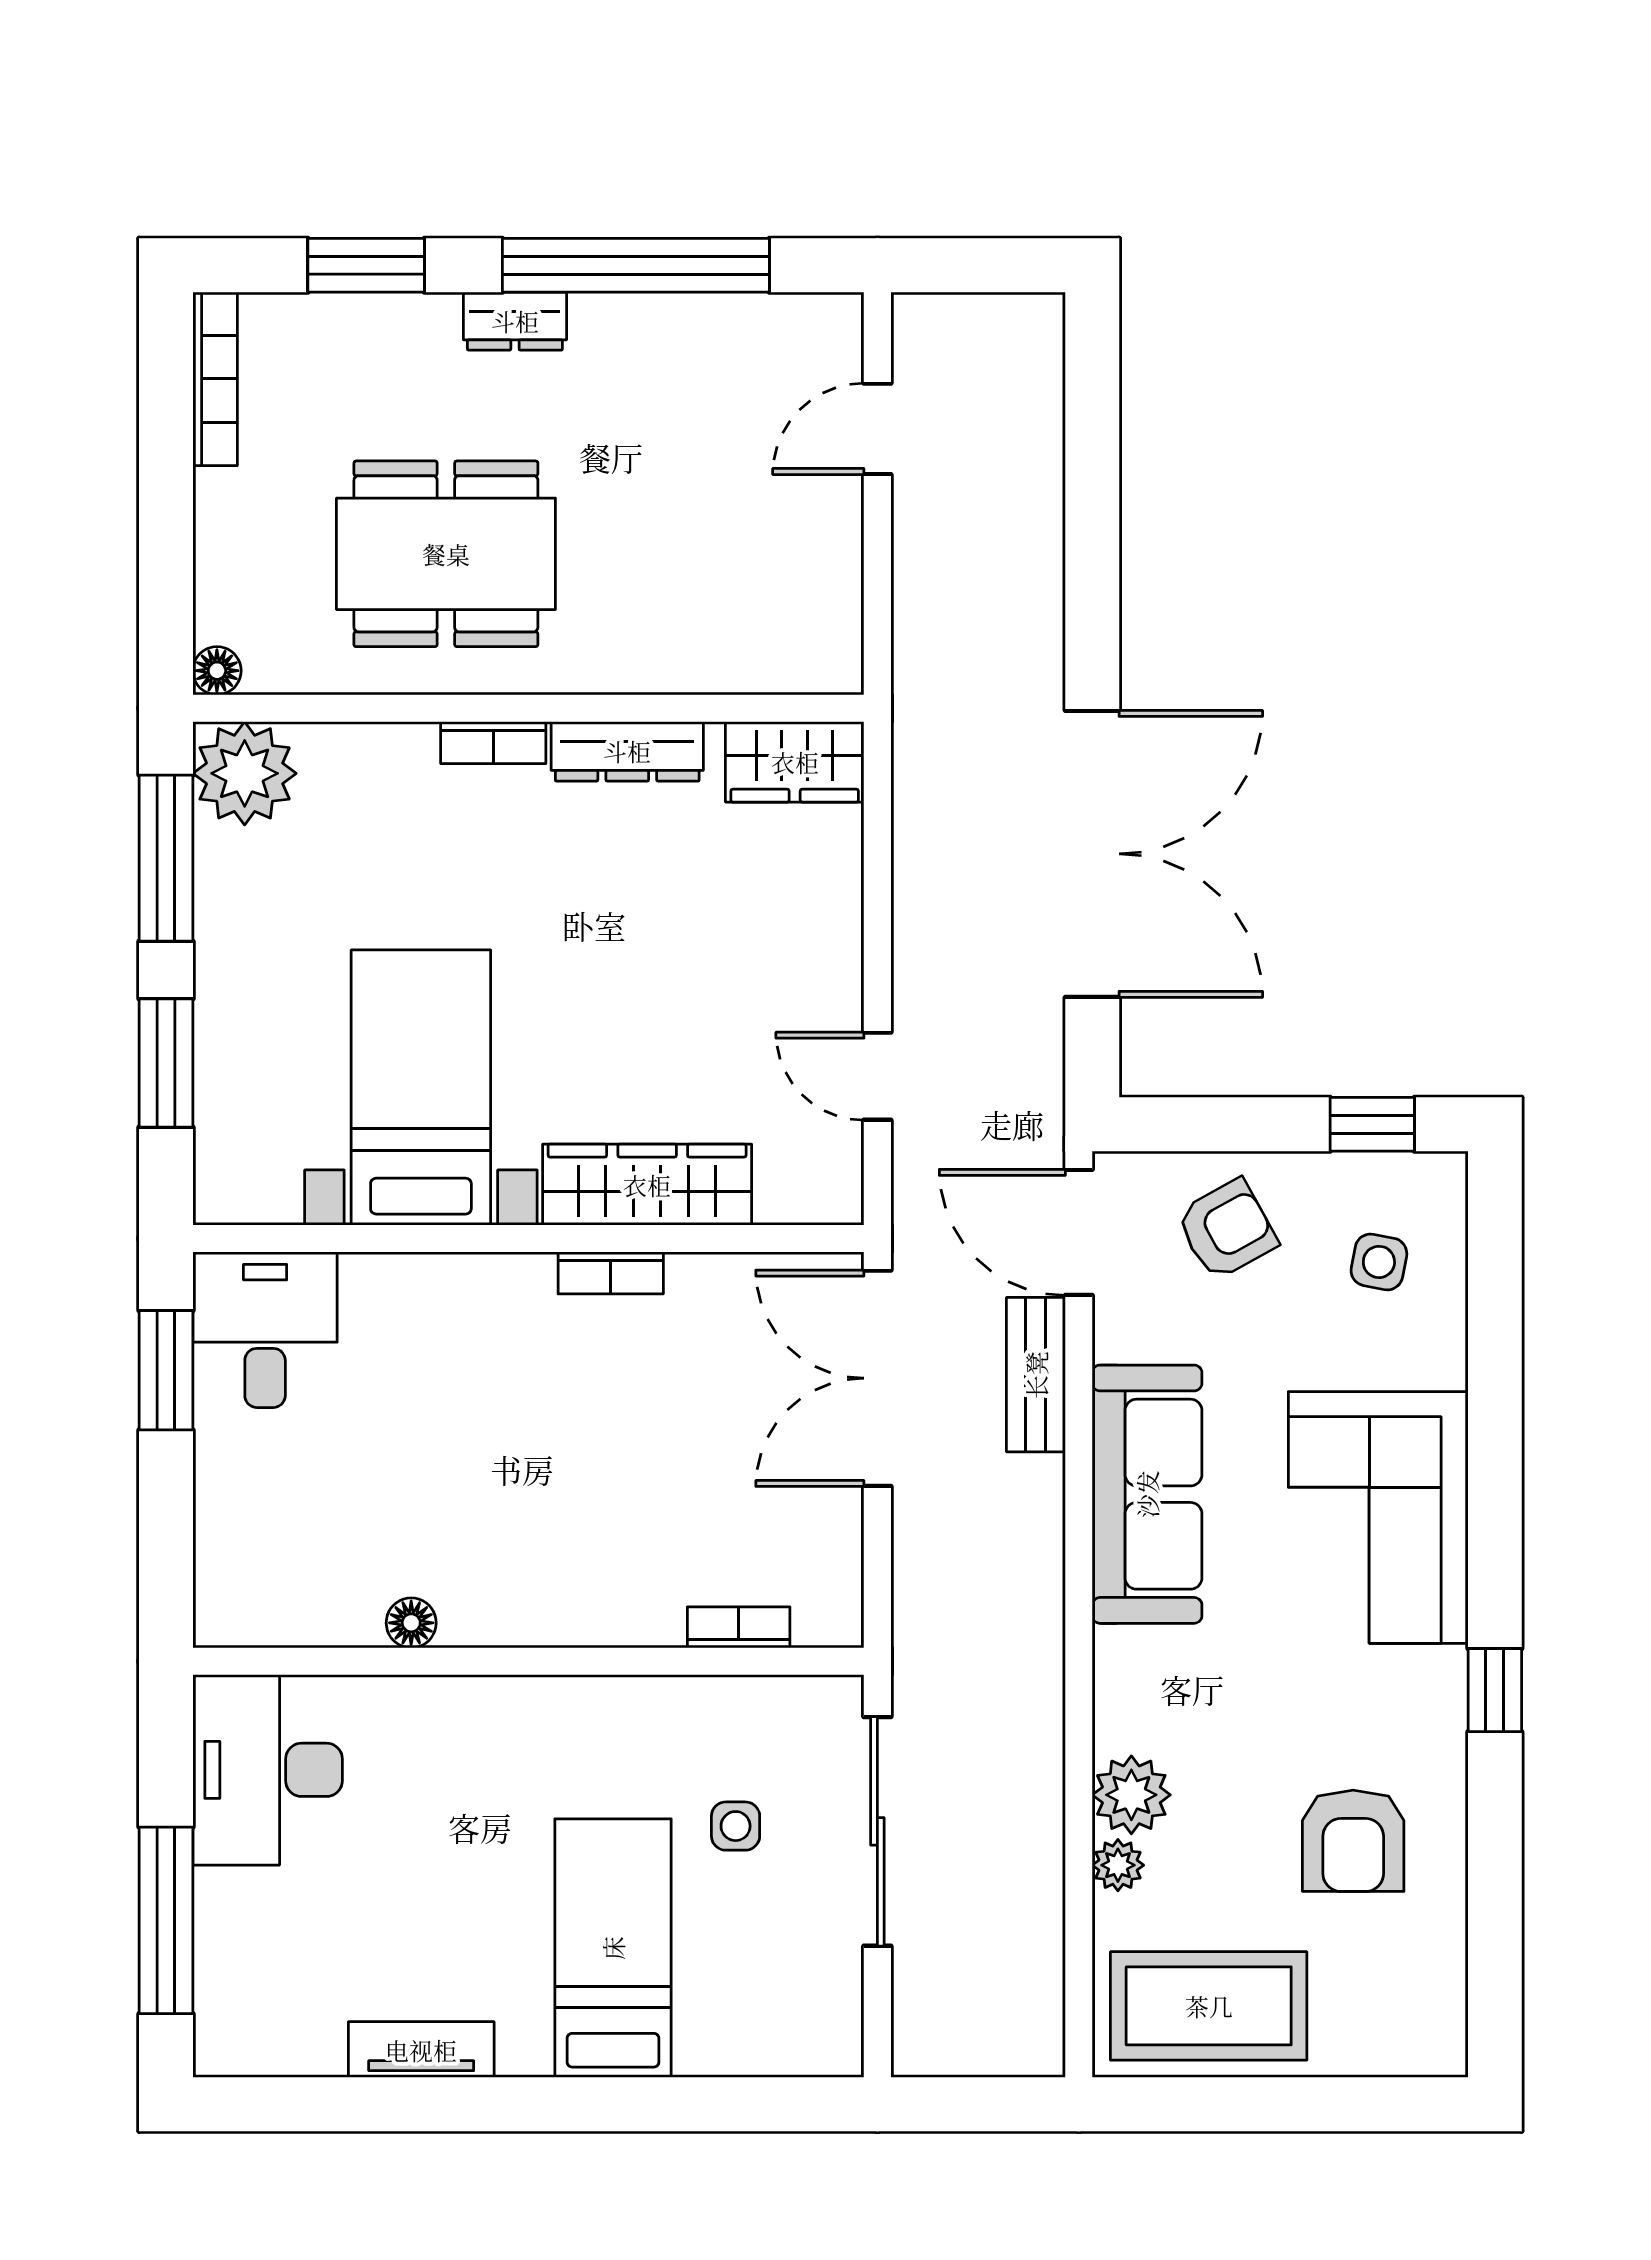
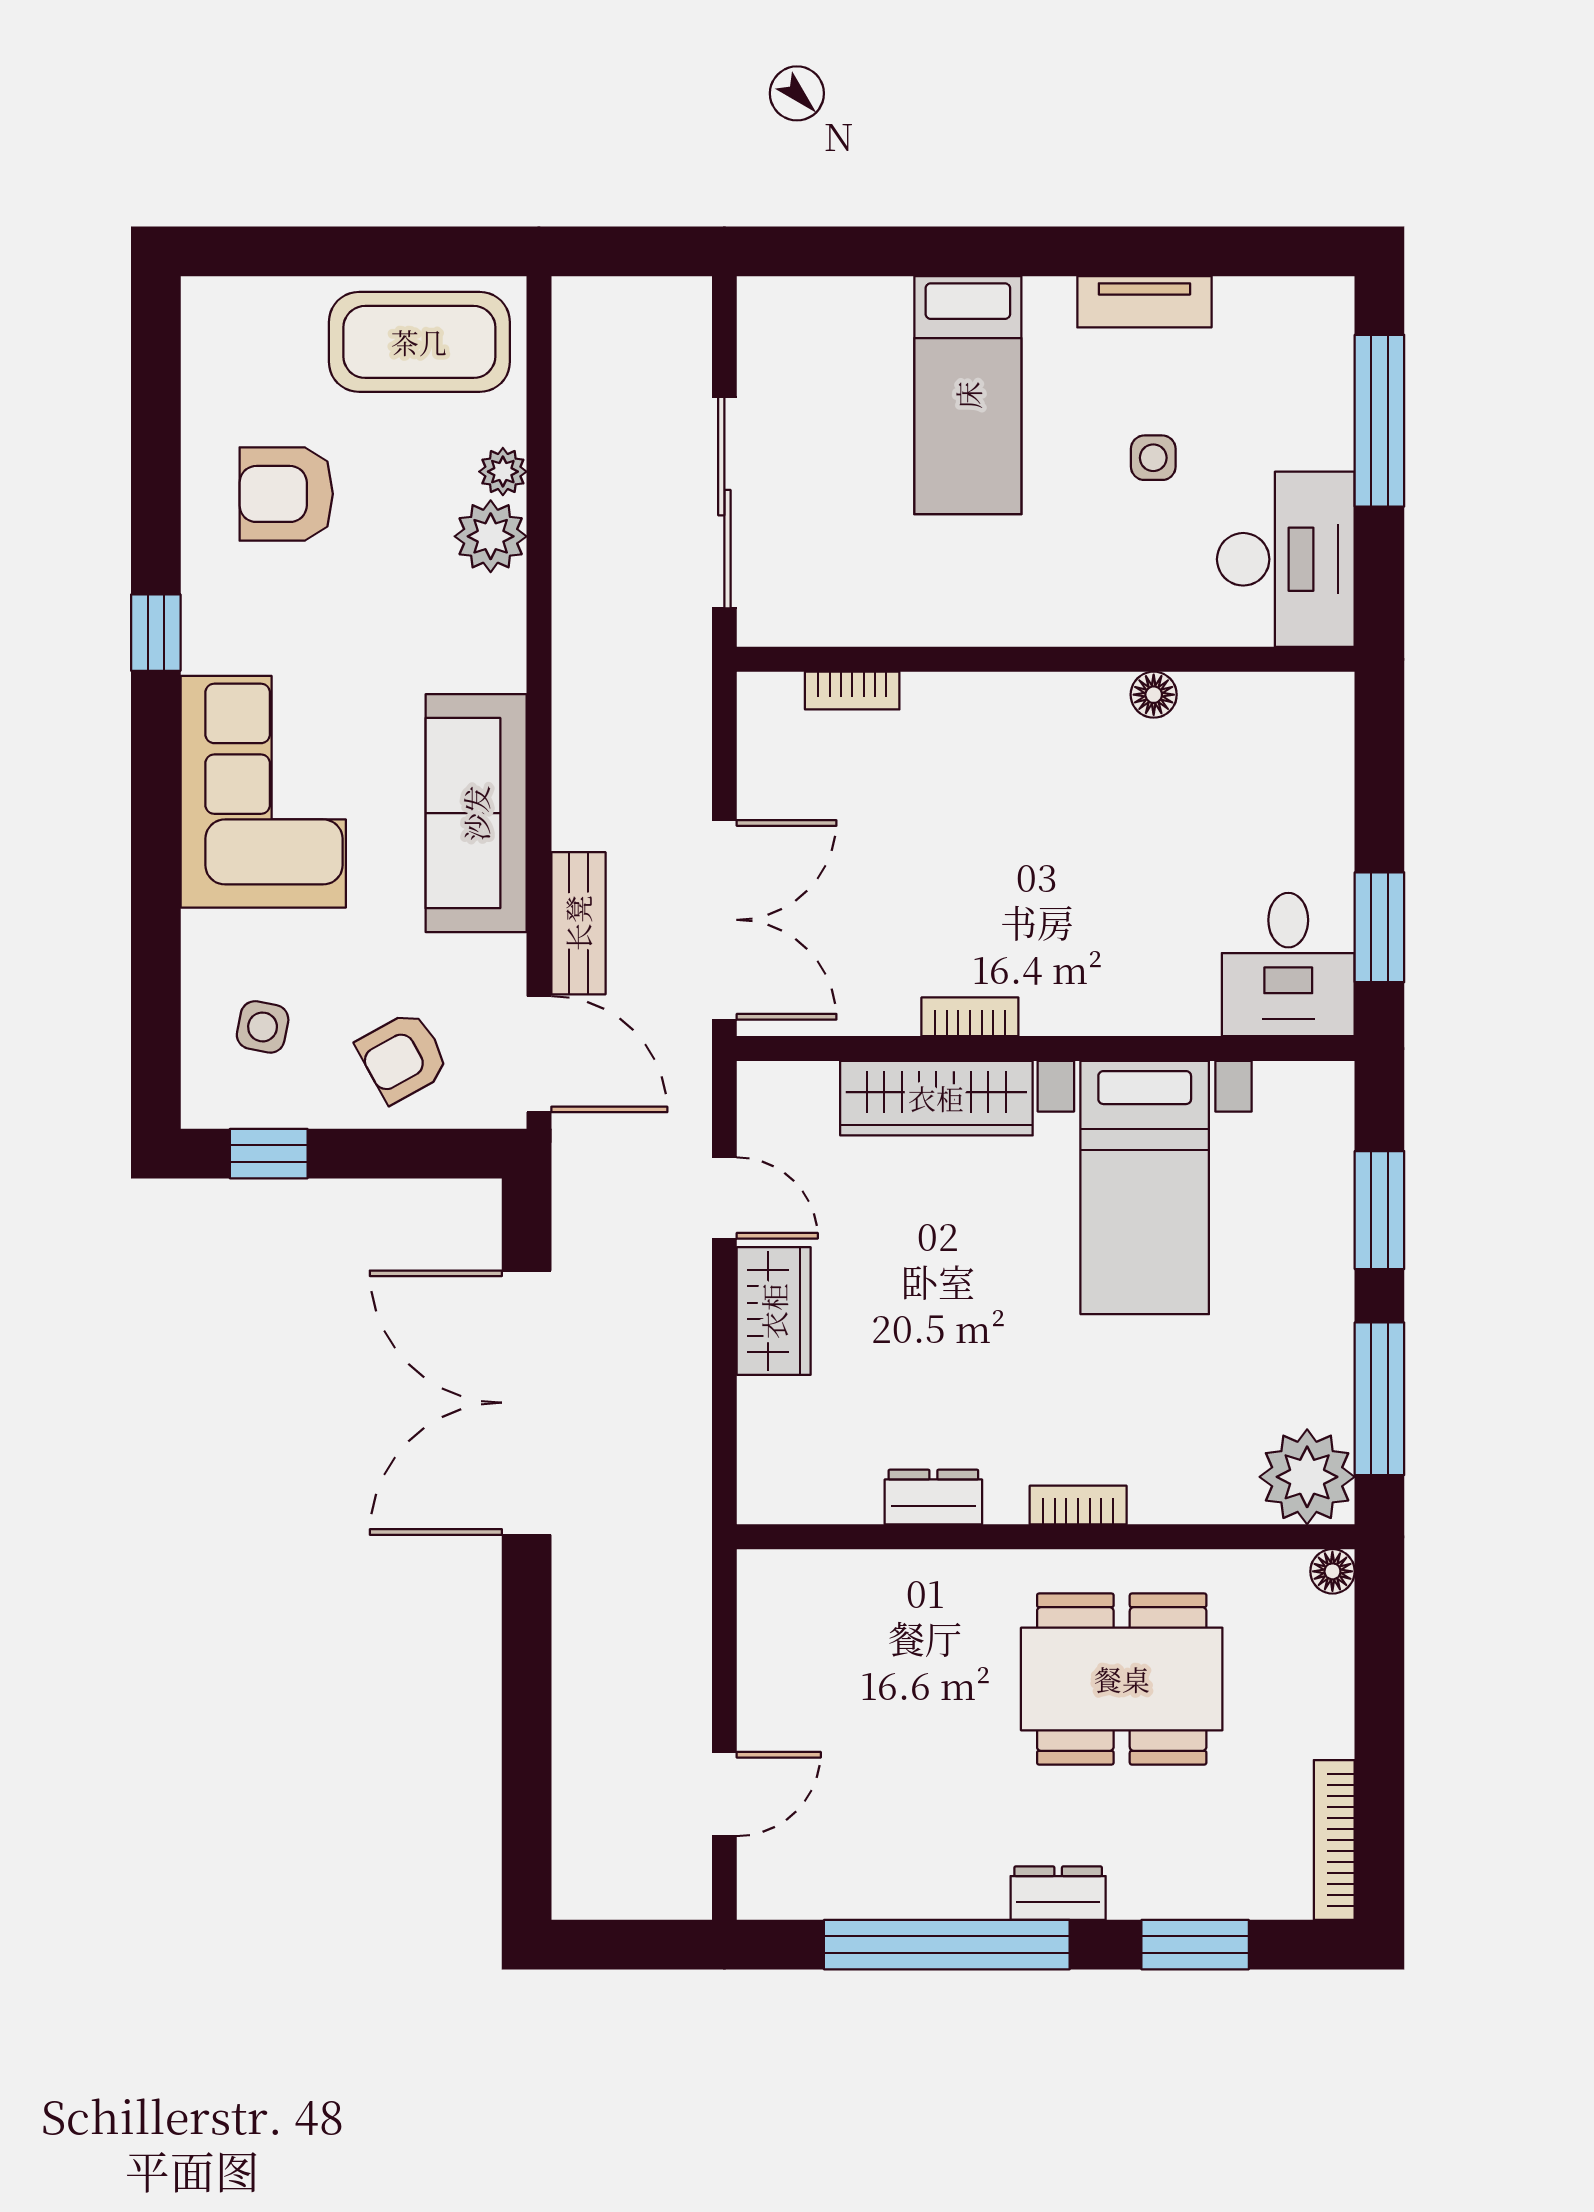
dresser: (627, 751) -> (933, 1497), width x0.70
wardrobe: (795, 762) -> (774, 1311), moved, turned 90
side table: (736, 1826) -> (1153, 458), moved
armchair: (1353, 1841) -> (286, 494), turned -90

